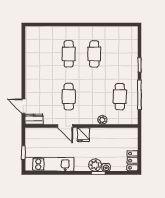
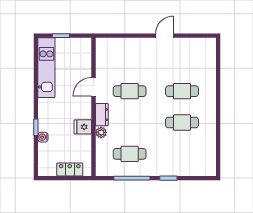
door: (23, 106) -> (165, 36), moved
dresser: (34, 119) -> (102, 115), moved
fridge: (83, 135) -> (83, 127), moved
locker: (132, 161) -> (70, 169), moved
plant: (95, 165) -> (46, 123), removed

